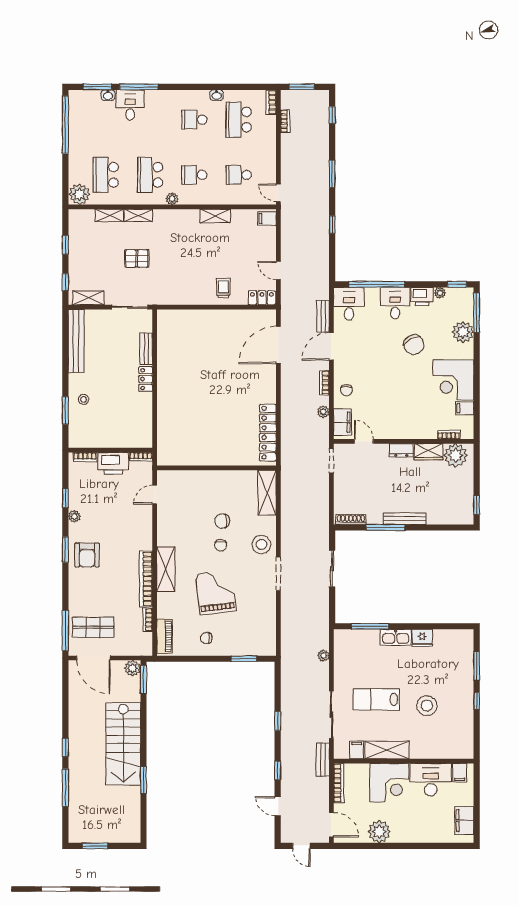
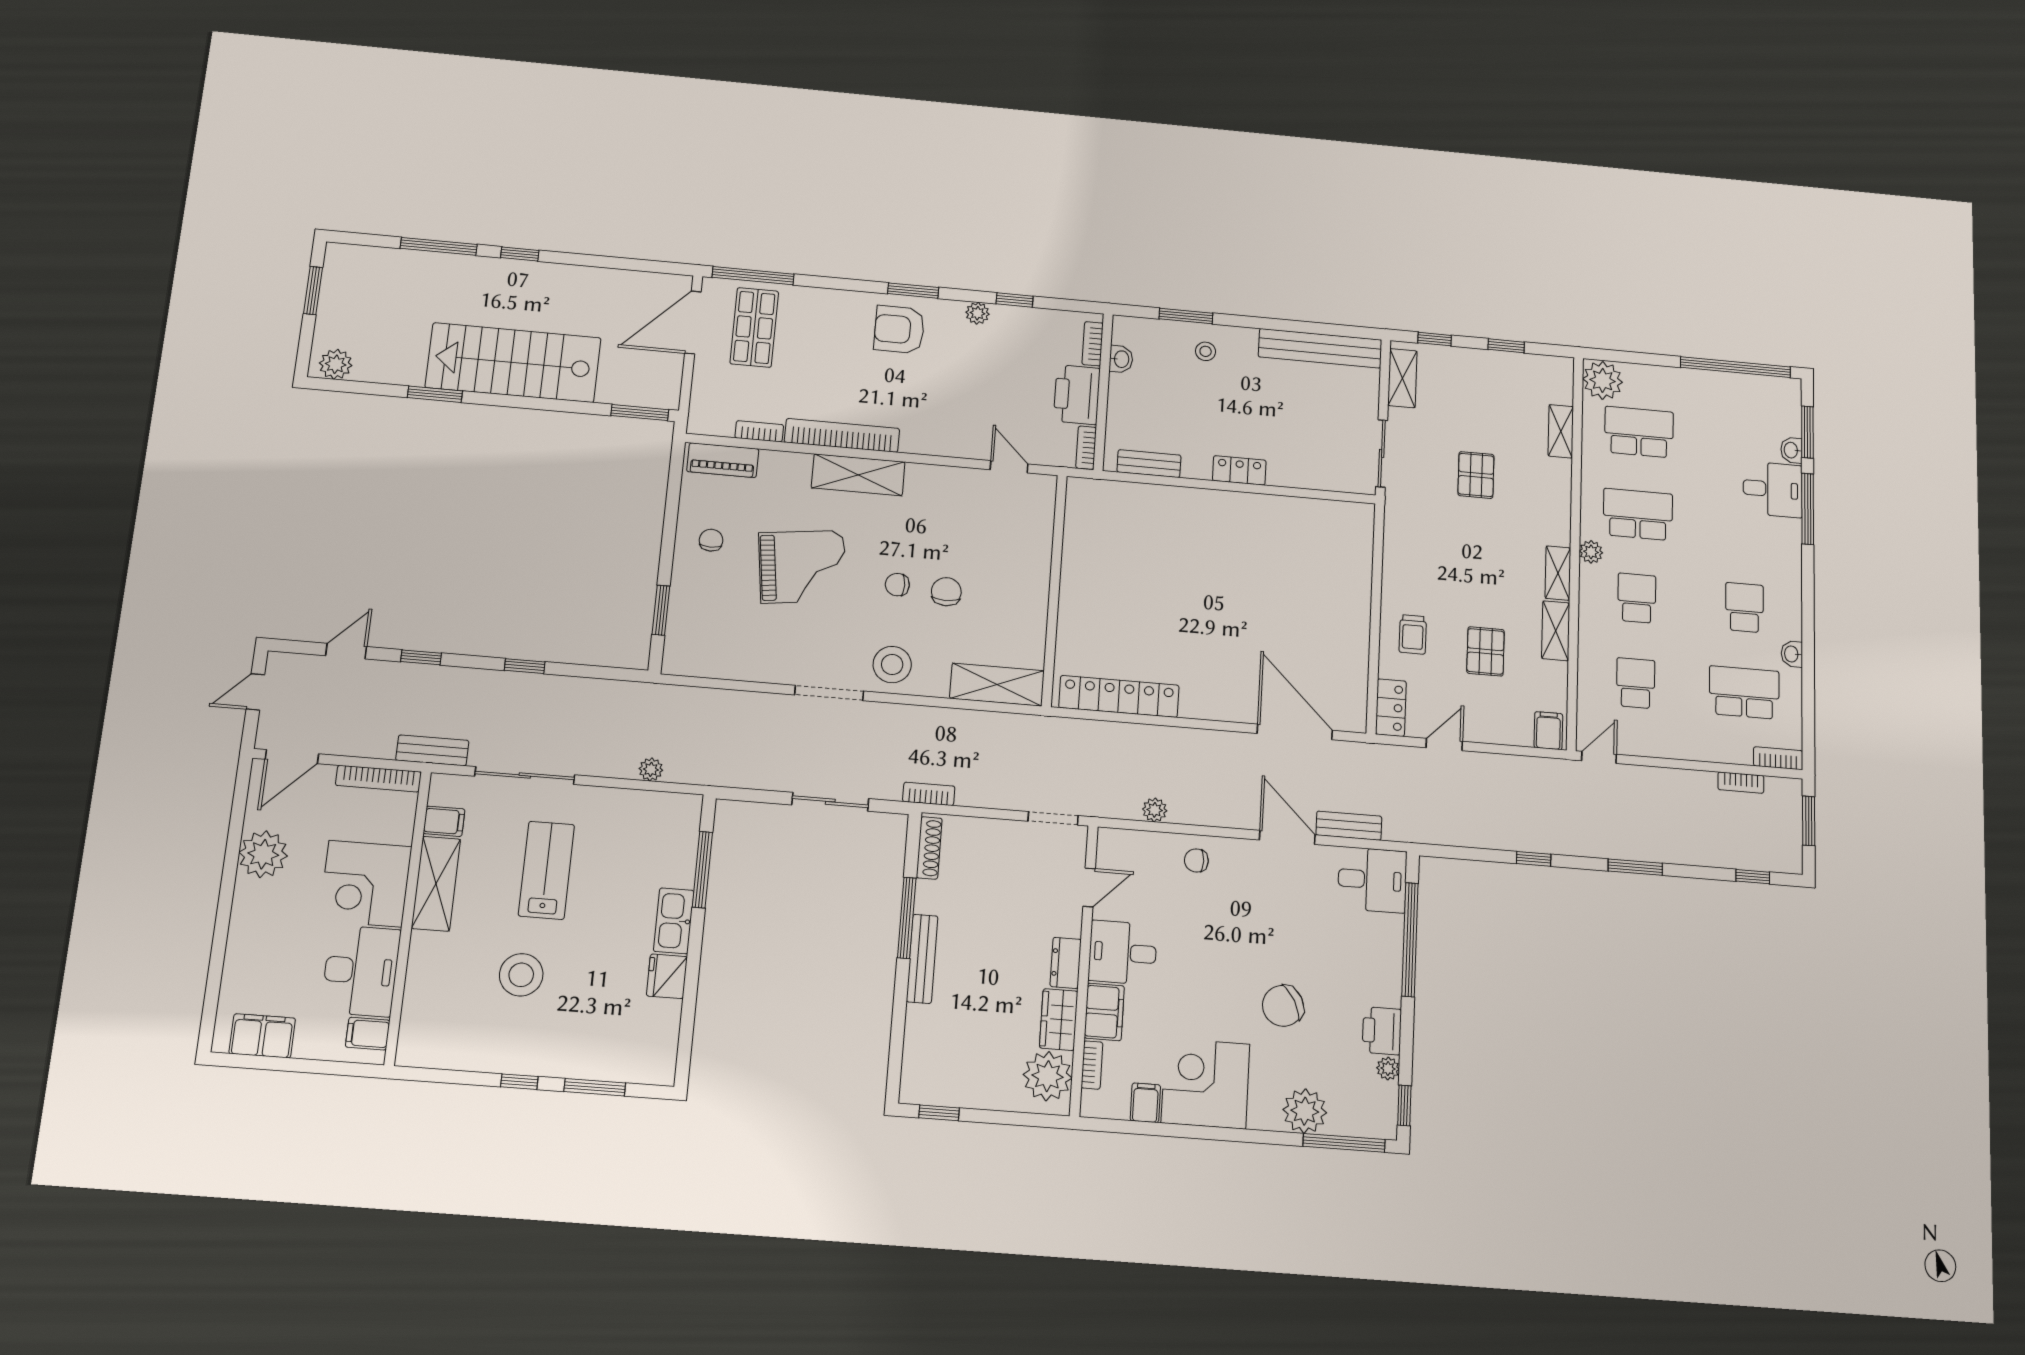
shelving: (138, 215) -> (1558, 573), moved
pallet: (229, 251) -> (1486, 651), added
trolley: (223, 288) -> (1413, 634), turned 90
desk: (395, 303) -> (1123, 953), moved, turned 180
bench: (146, 349) -> (1149, 464), moved
bookcase: (324, 383) -> (929, 794), moved
filing cabinet: (342, 422) -> (1104, 1012), moved, turned -90
washbasin: (92, 442) -> (1121, 359), added
plant: (133, 668) -> (336, 364), moved

